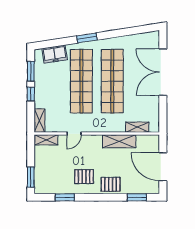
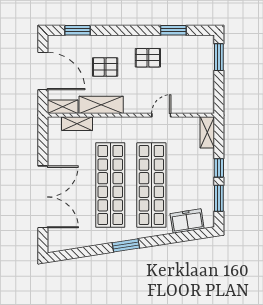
window: (87, 38) -> (126, 245), moved
shelving: (46, 140) -> (63, 107), moved
pallet: (111, 184) -> (105, 67), moved

